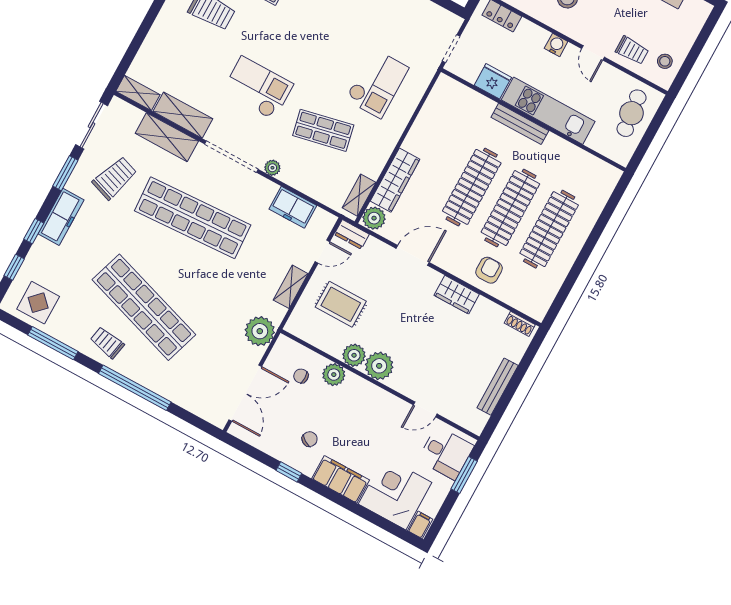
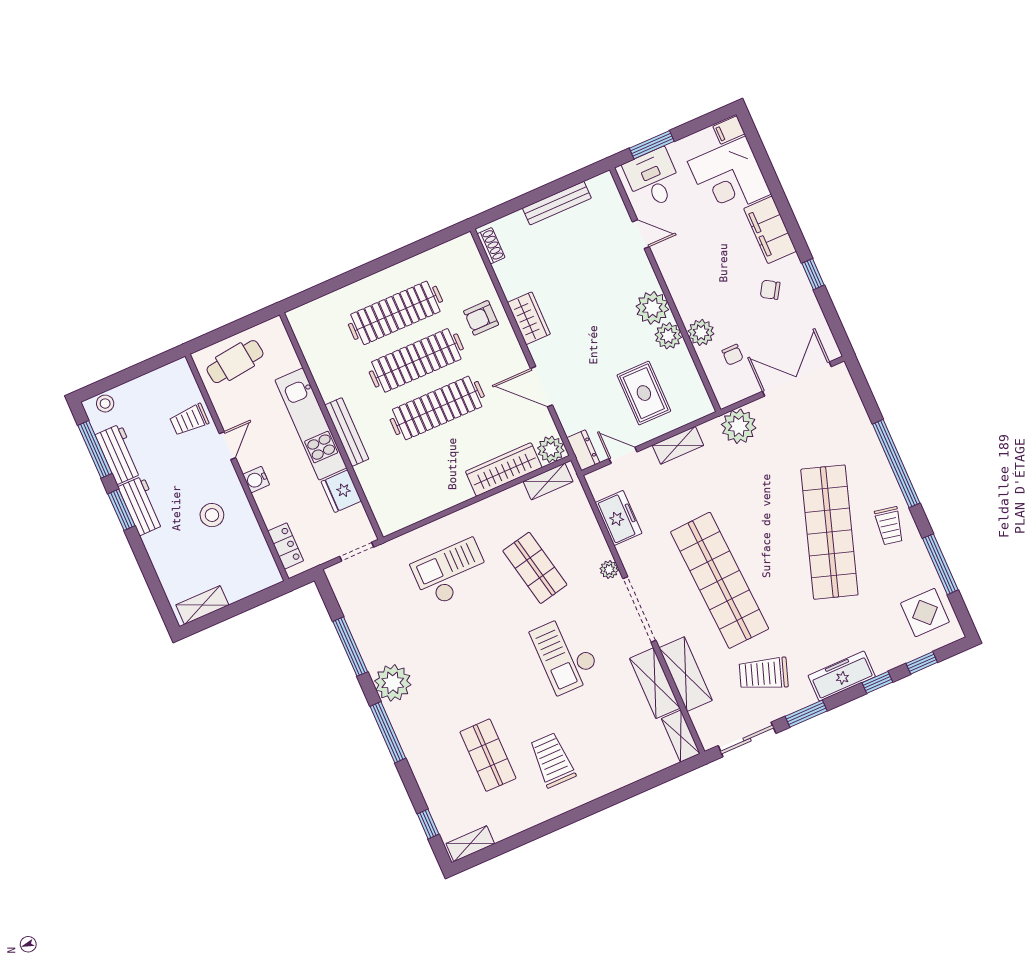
trolley: (632, 50) -> (189, 420), turned -90
stool: (665, 61) -> (105, 404), moved

